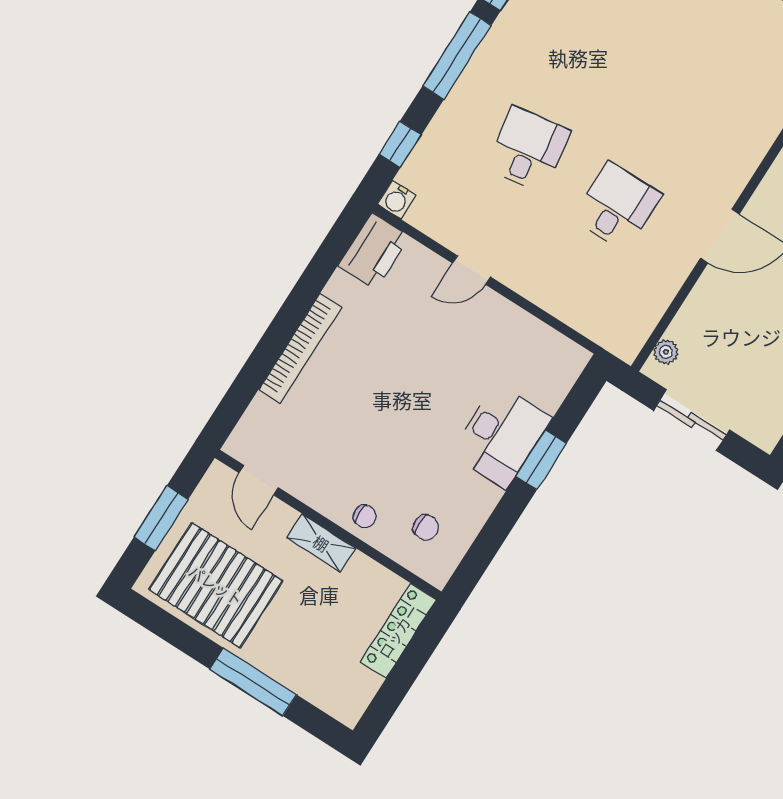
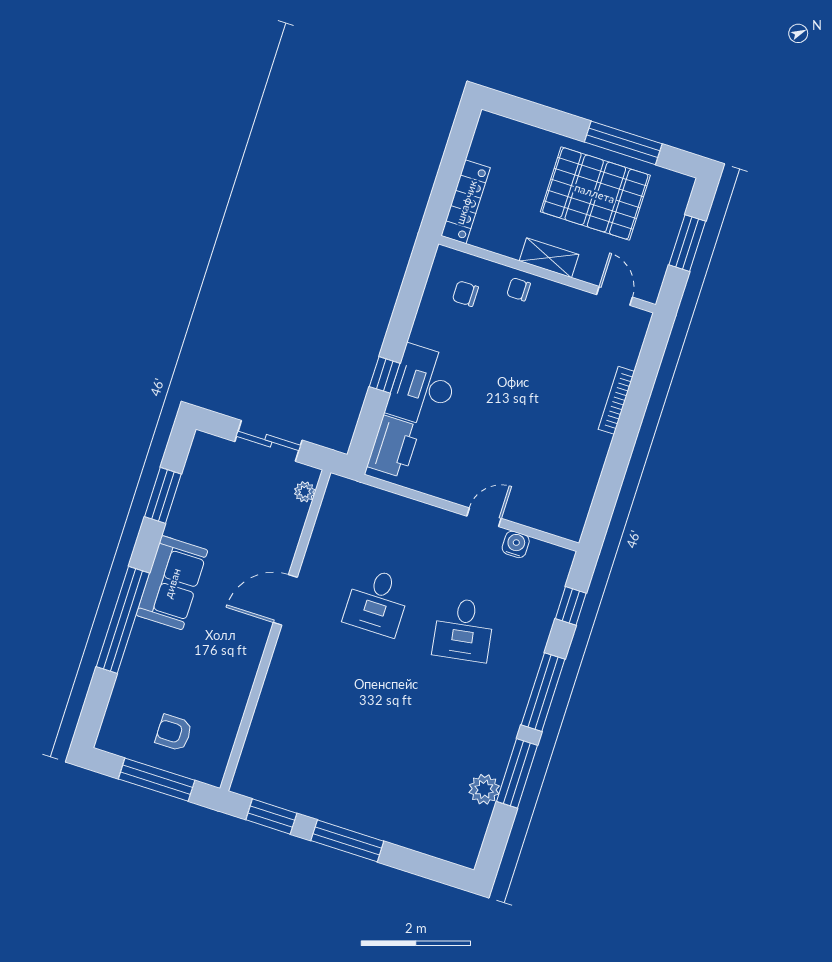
water cooler: (397, 200) -> (516, 544), moved
printer: (374, 251) -> (394, 447), moved, turned 180
bookcase: (300, 348) -> (616, 400), width x0.68, depth x0.76
window: (541, 460) -> (385, 375), width x0.67
pallet: (216, 585) -> (595, 193), moved
window: (253, 682) -> (623, 143), moved

